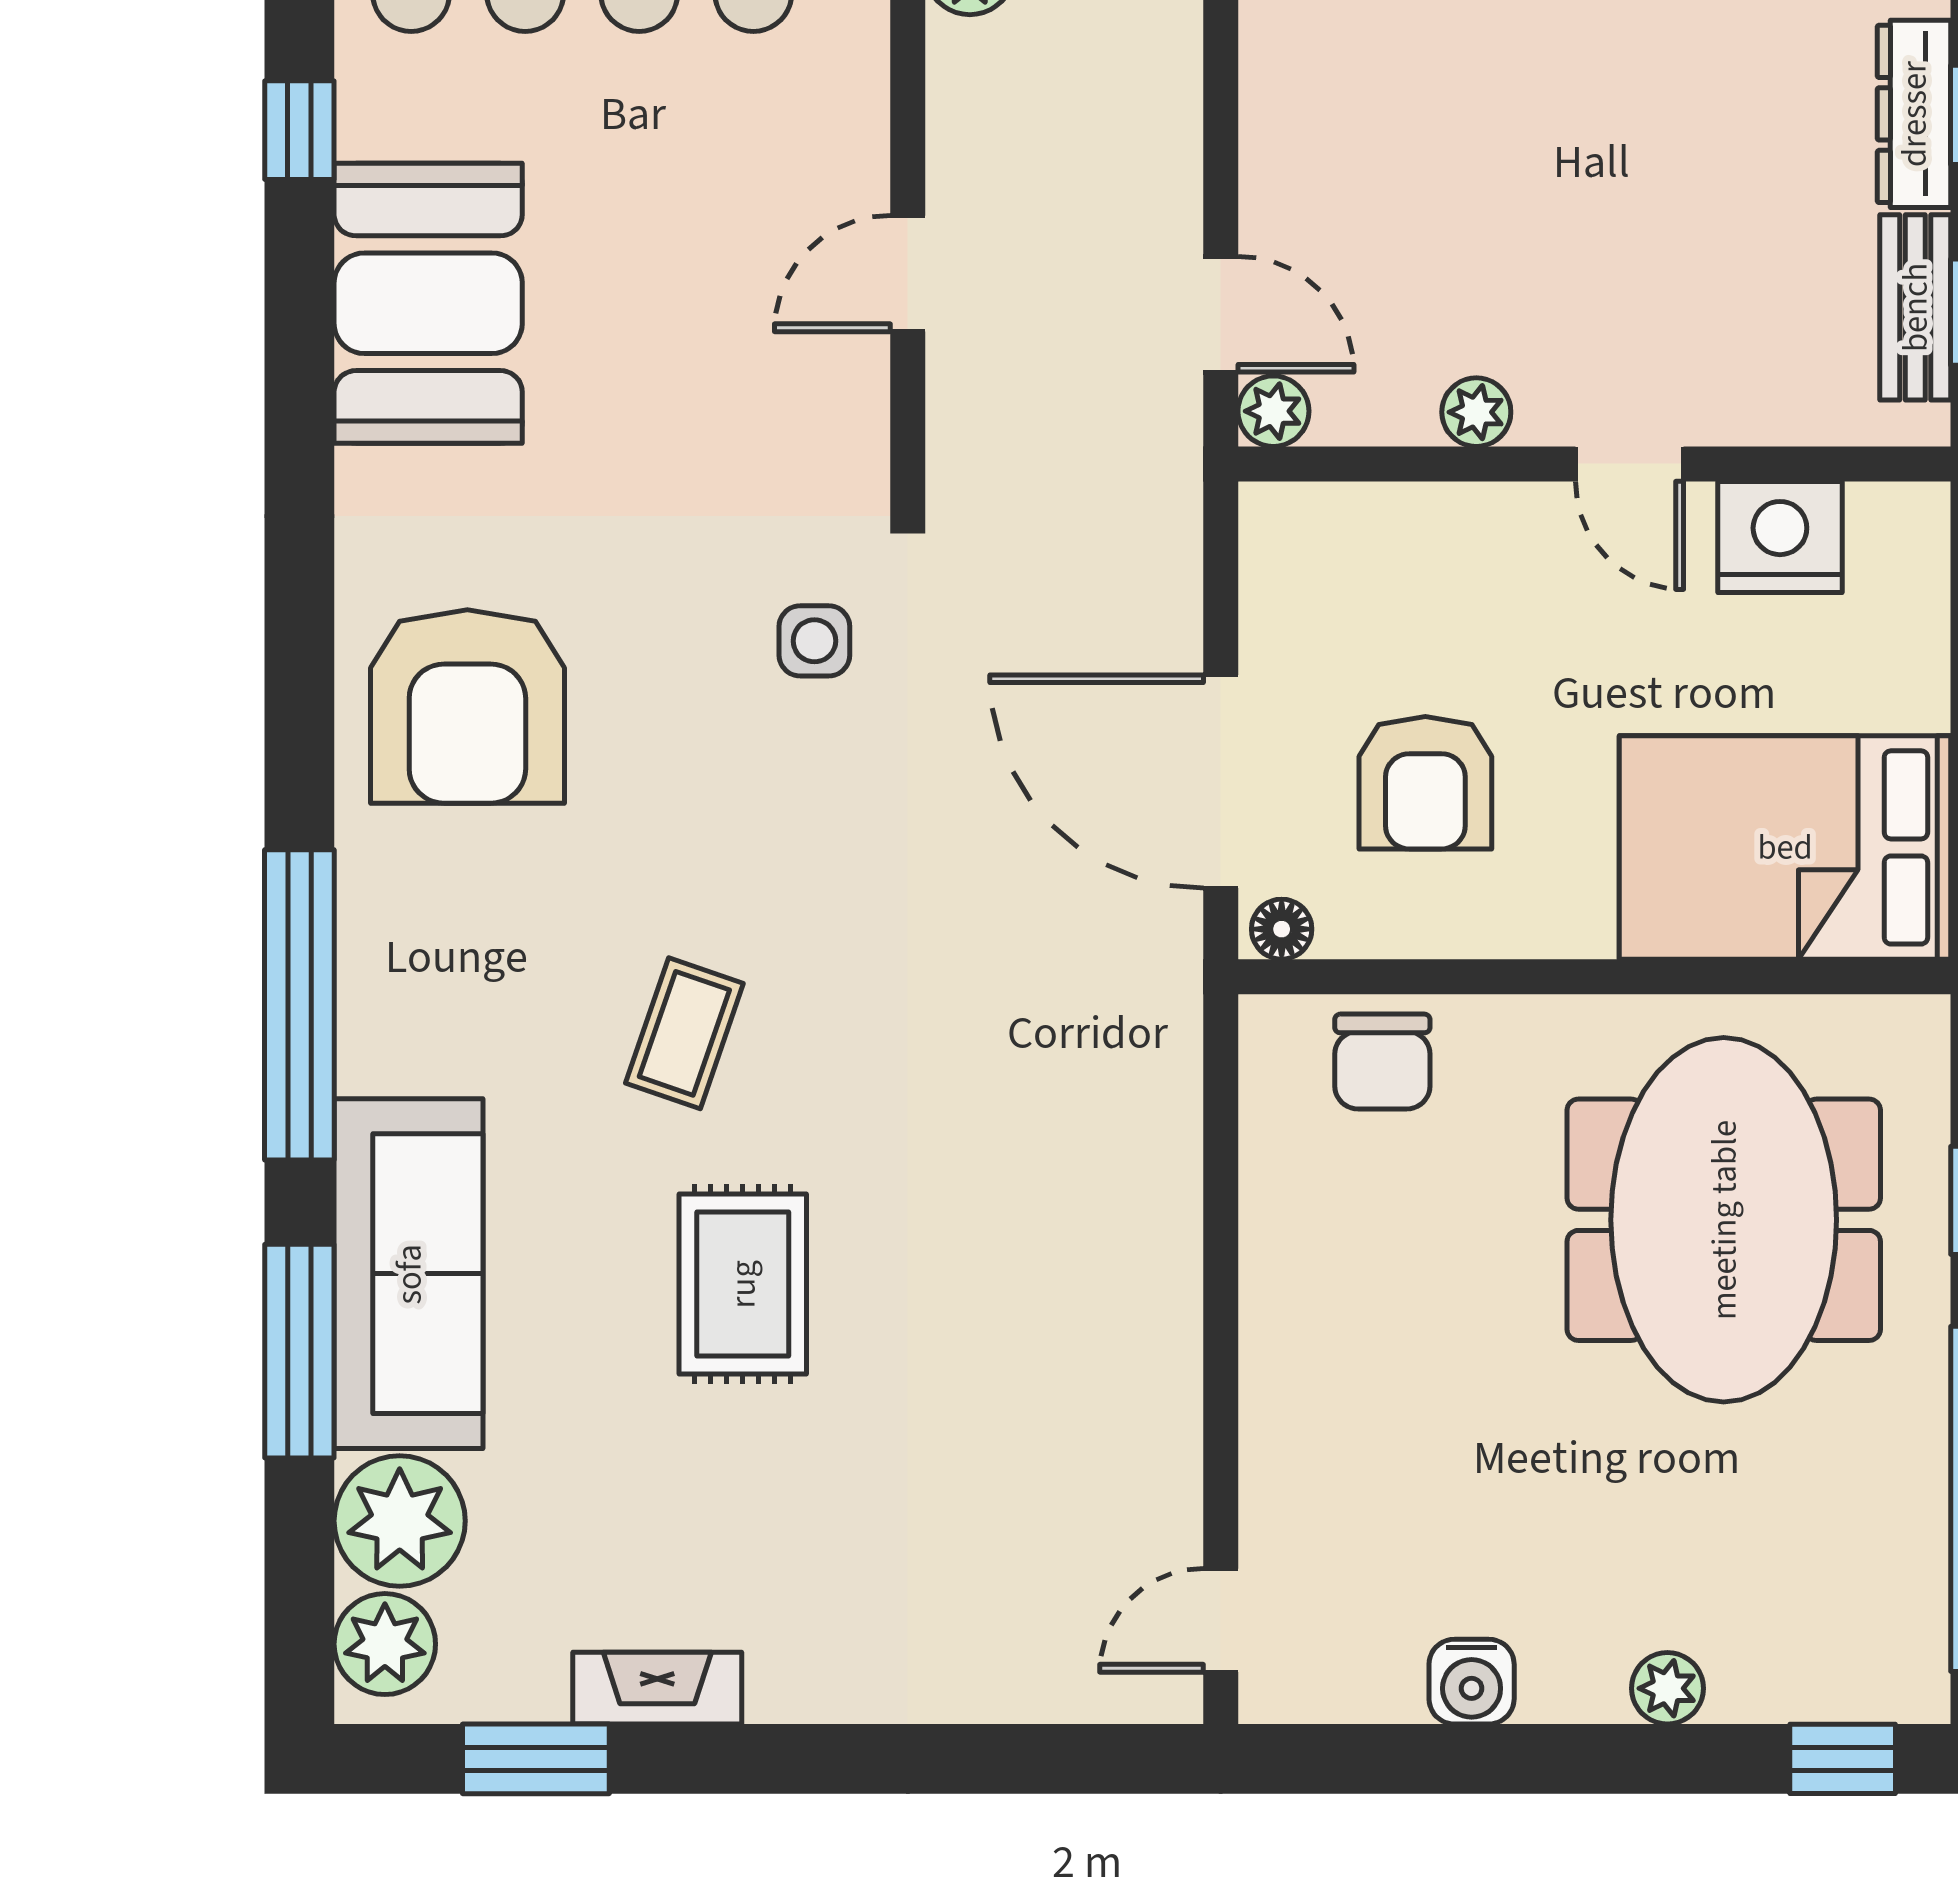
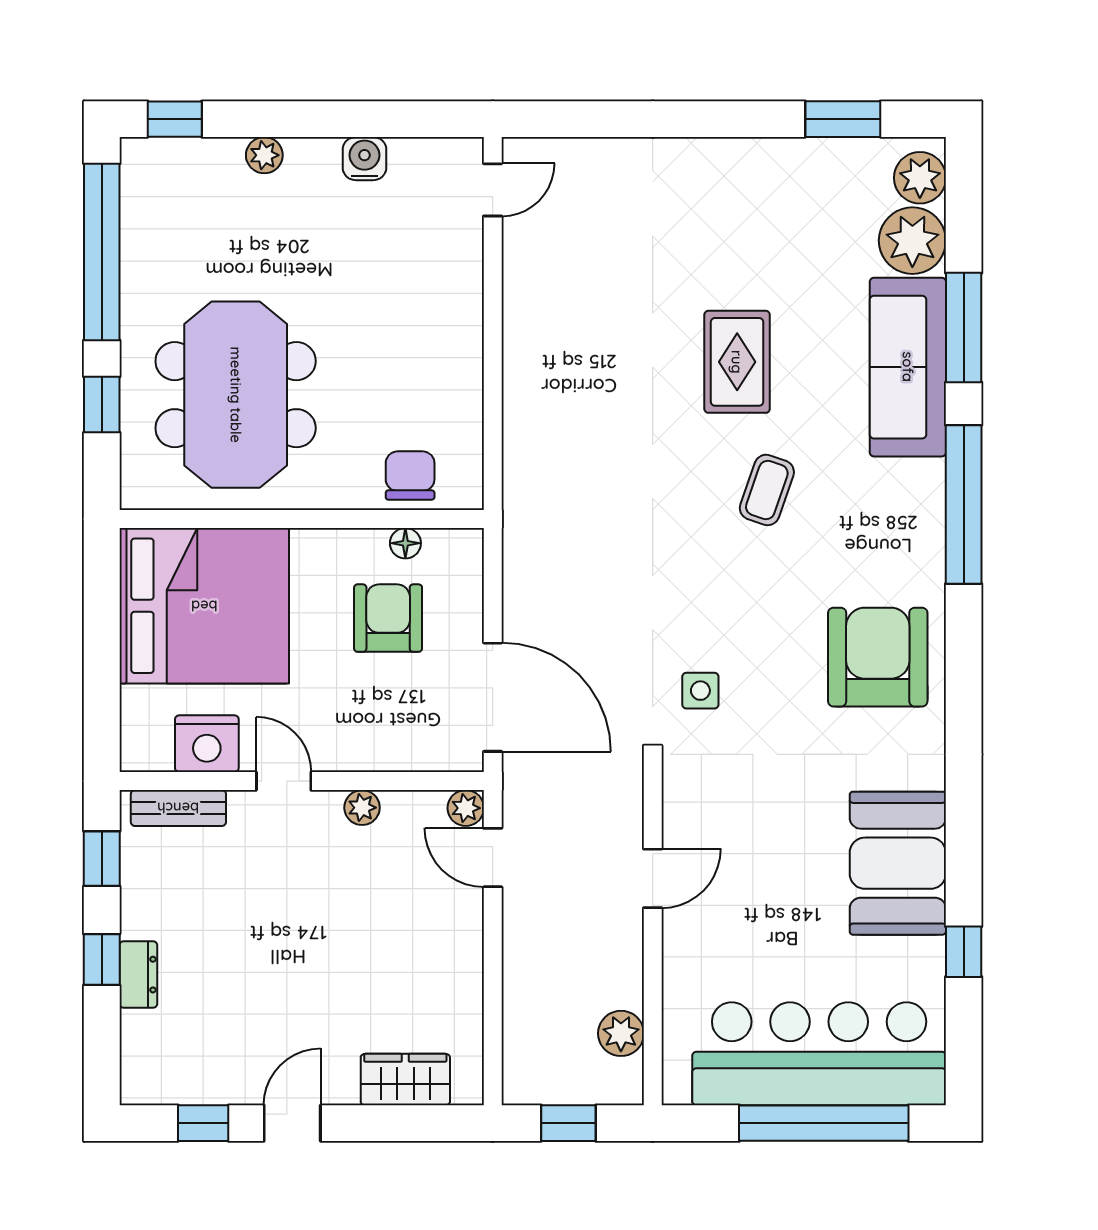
dresser: (1914, 114) -> (138, 975), width x0.70
bench: (1915, 307) -> (178, 808), moved, turned 90
door: (1221, 782) -> (493, 697), moved
bed: (1785, 847) -> (204, 606), width x1.36
floor lamp: (1282, 929) -> (405, 543), moved
fireplace: (657, 1688) -> (781, 155), removed

